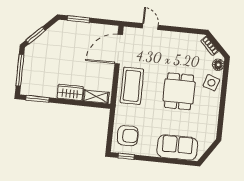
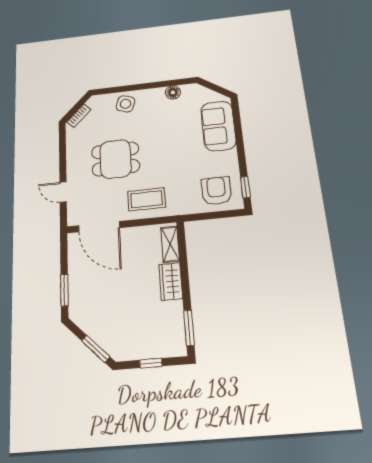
door: (150, 27) -> (63, 192), hinge flipped
floor lamp: (218, 65) -> (173, 92), moved
window: (20, 70) -> (151, 363), width x0.46
coffee table: (132, 86) -> (147, 199), width x0.73, depth x0.76
dining table: (179, 91) -> (115, 159), moved

